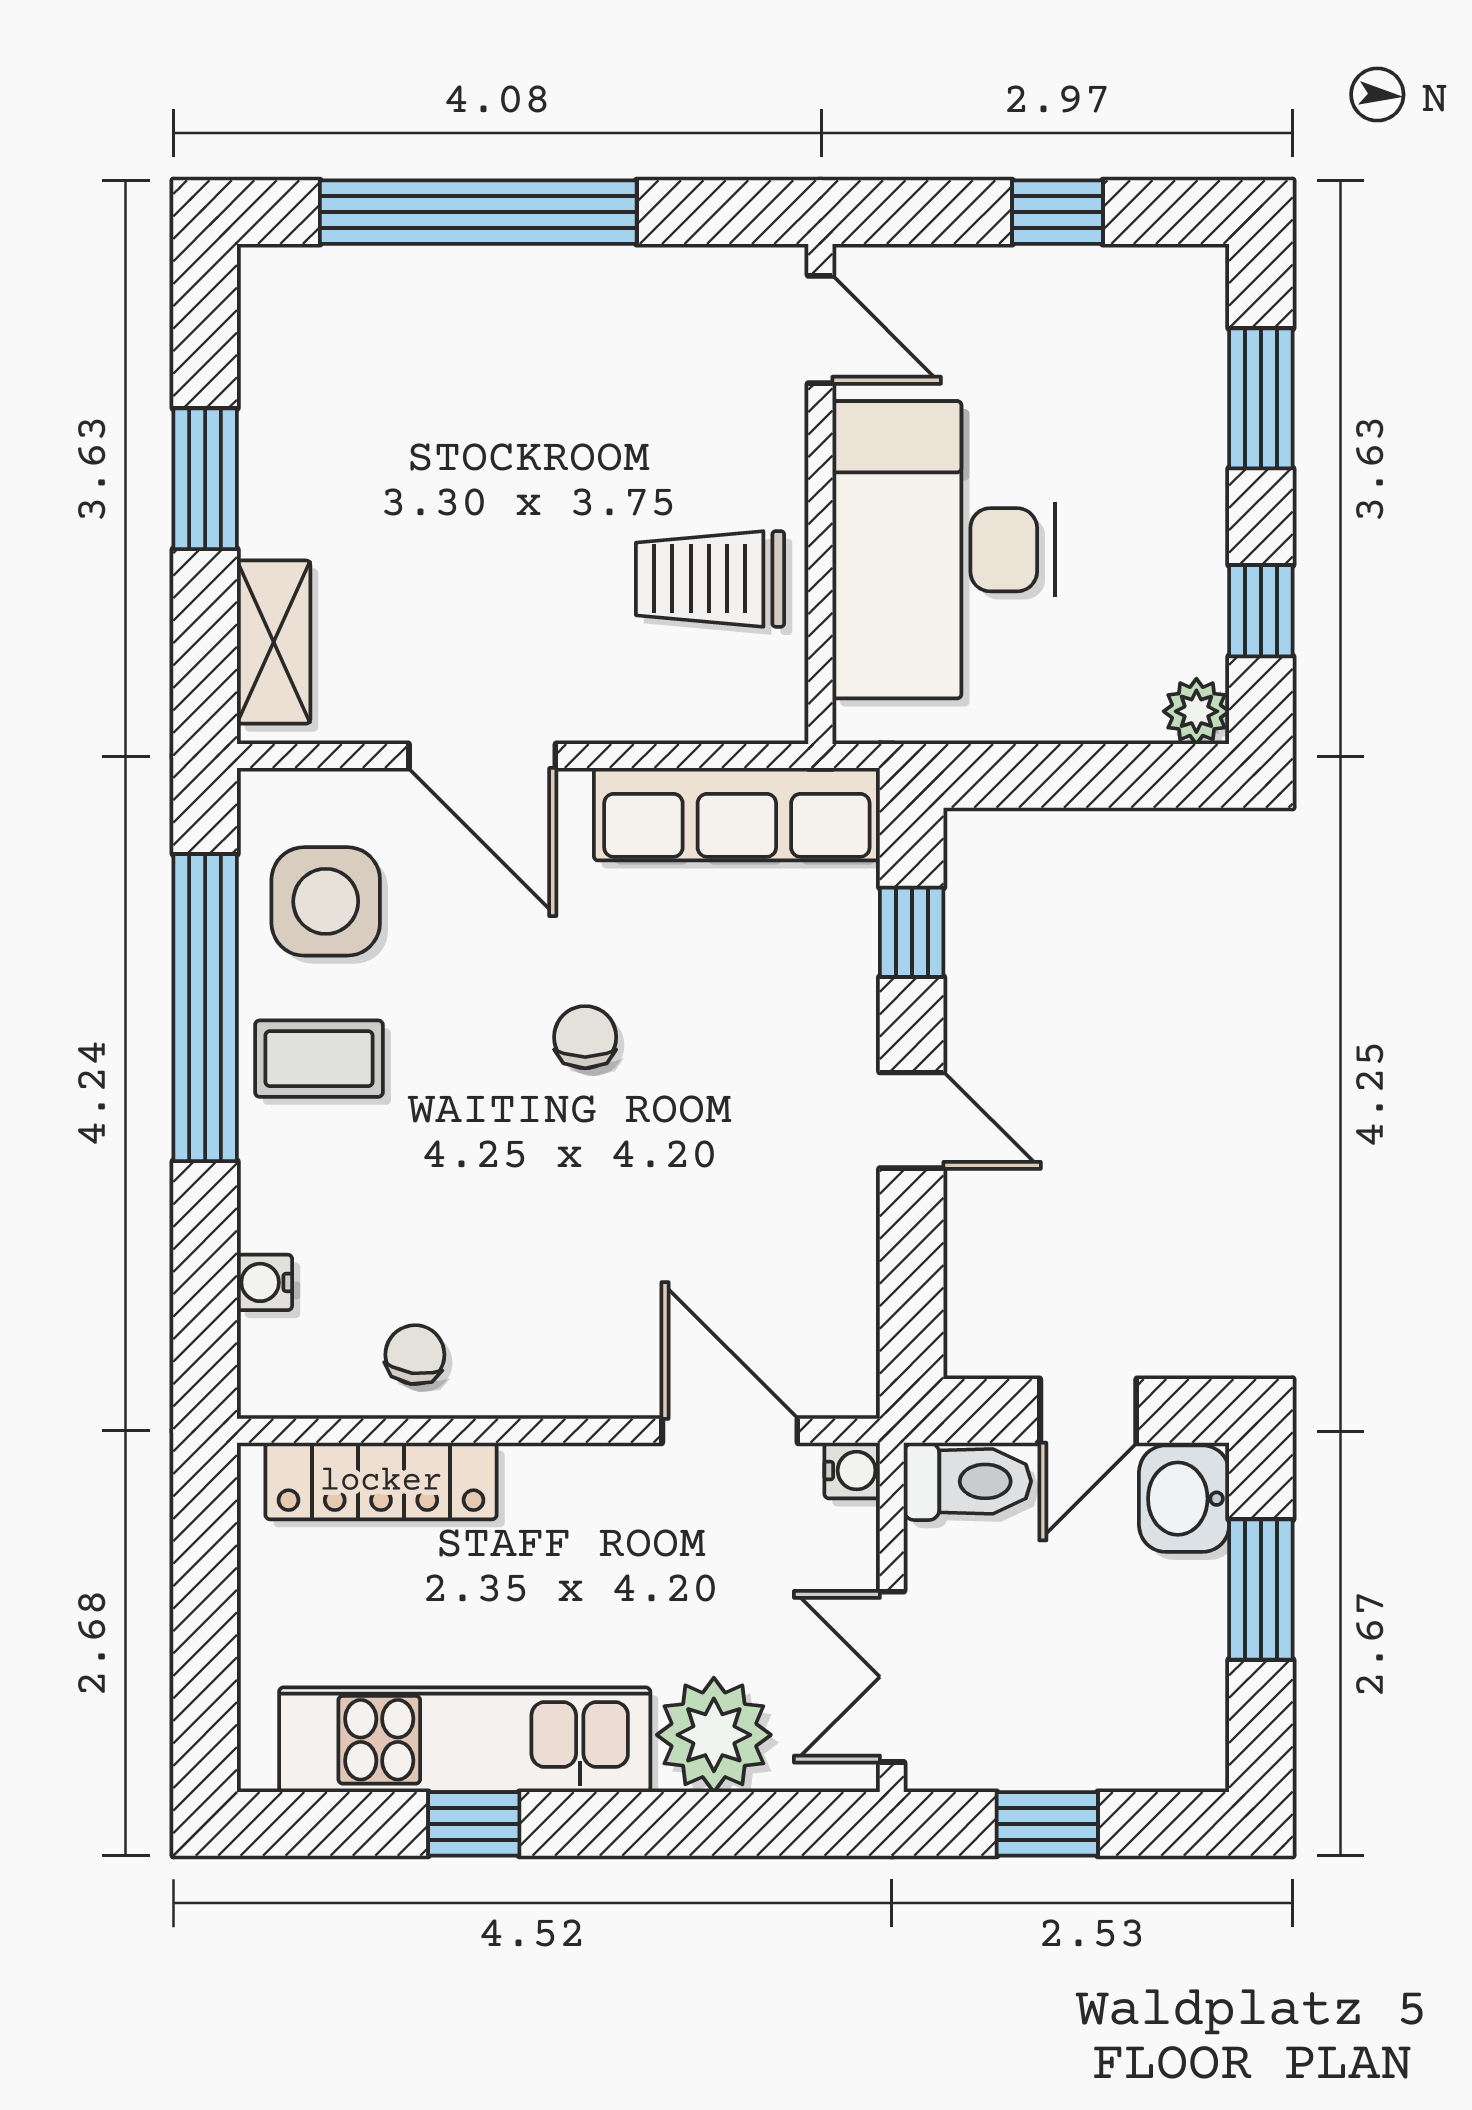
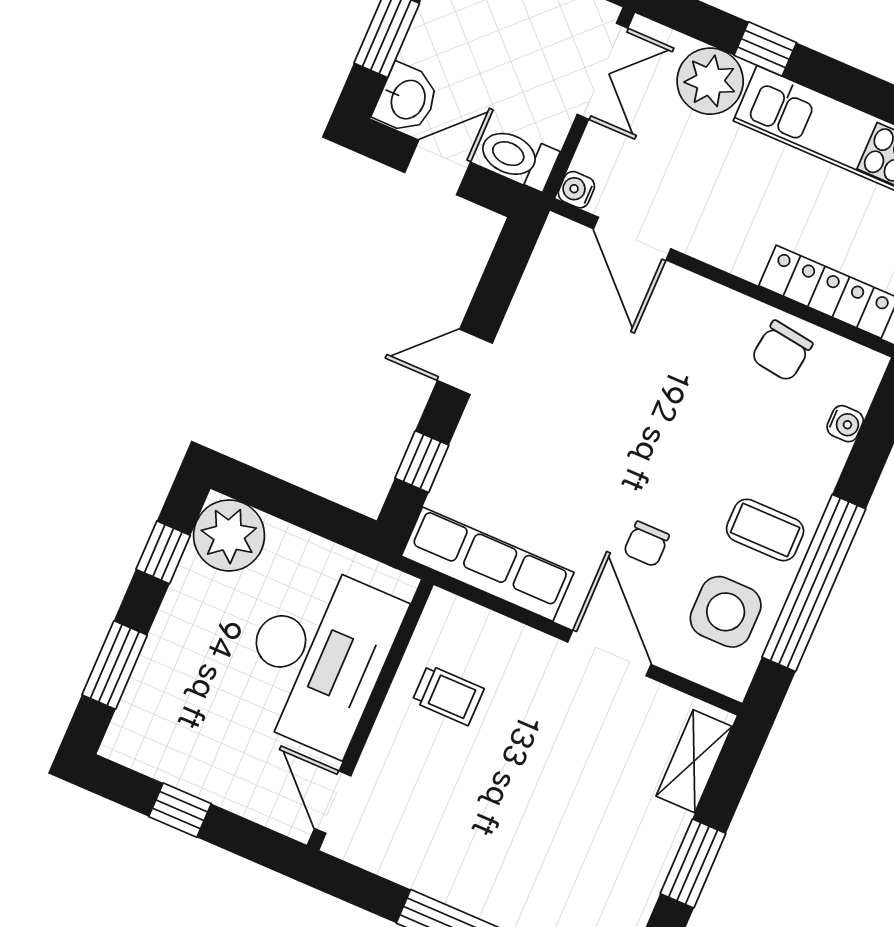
trolley: (710, 579) -> (448, 695), width x0.73, depth x0.72
plant: (1196, 711) -> (229, 536), width x1.87, depth x1.87
chair: (585, 1037) -> (646, 544), moved
door: (912, 1120) -> (465, 362), hinge flipped
chair: (415, 1355) -> (782, 351), width x1.37, depth x1.37
window: (474, 1824) -> (765, 49), moved

